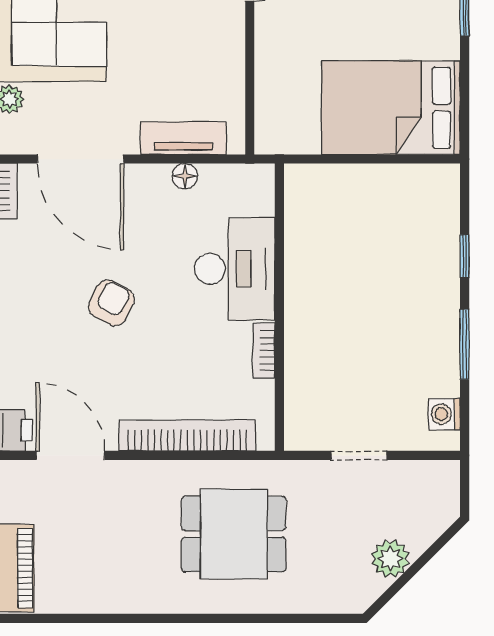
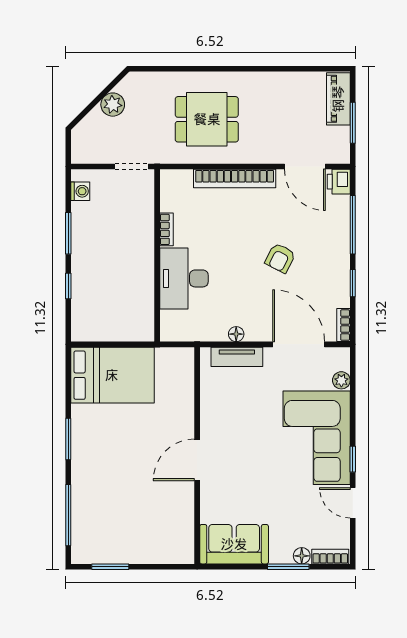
desk: (235, 269) -> (184, 278), moved
wall: (279, 307) -> (157, 255), moved
bookcase: (264, 351) -> (166, 229), moved

